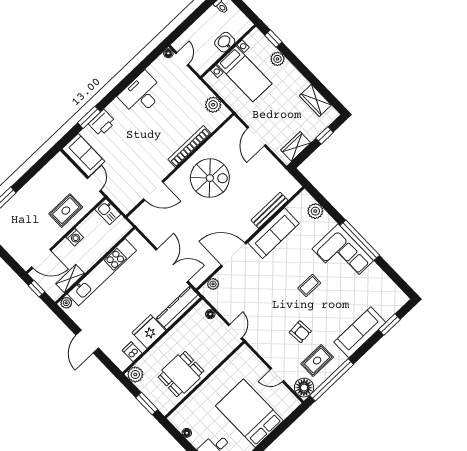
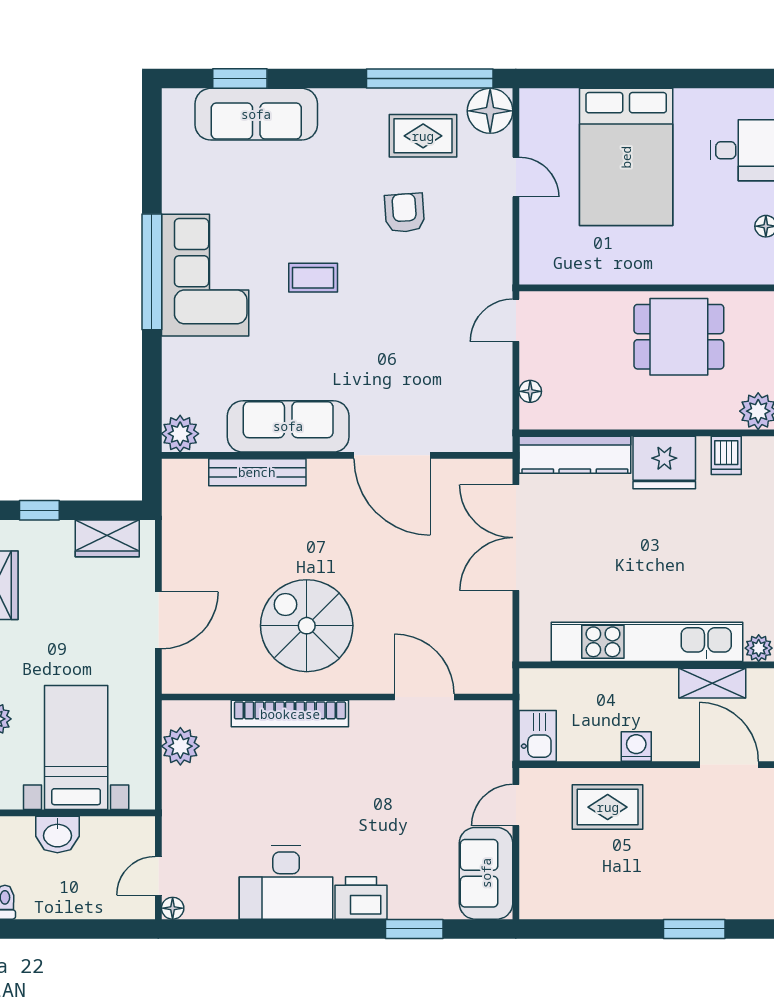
printer: (102, 123) -> (361, 898), moved
plant: (315, 211) -> (180, 434), moved
plant: (213, 284) -> (476, 439), removed
sofa: (360, 332) -> (256, 114), moved

